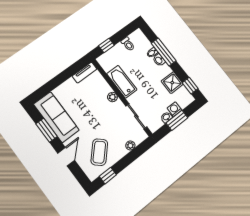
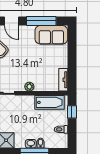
bathtub: (122, 82) -> (50, 102), moved
sofa: (56, 117) -> (51, 35), width x0.73
window: (47, 130) -> (41, 21), width x1.44

